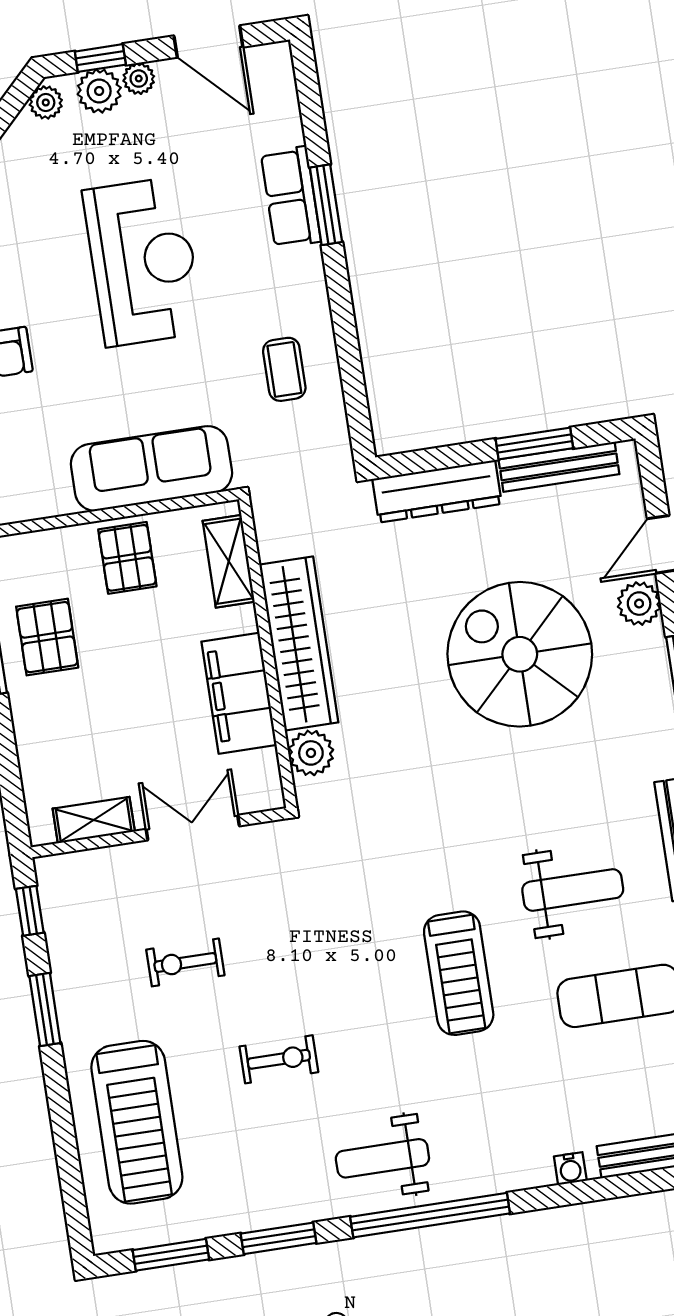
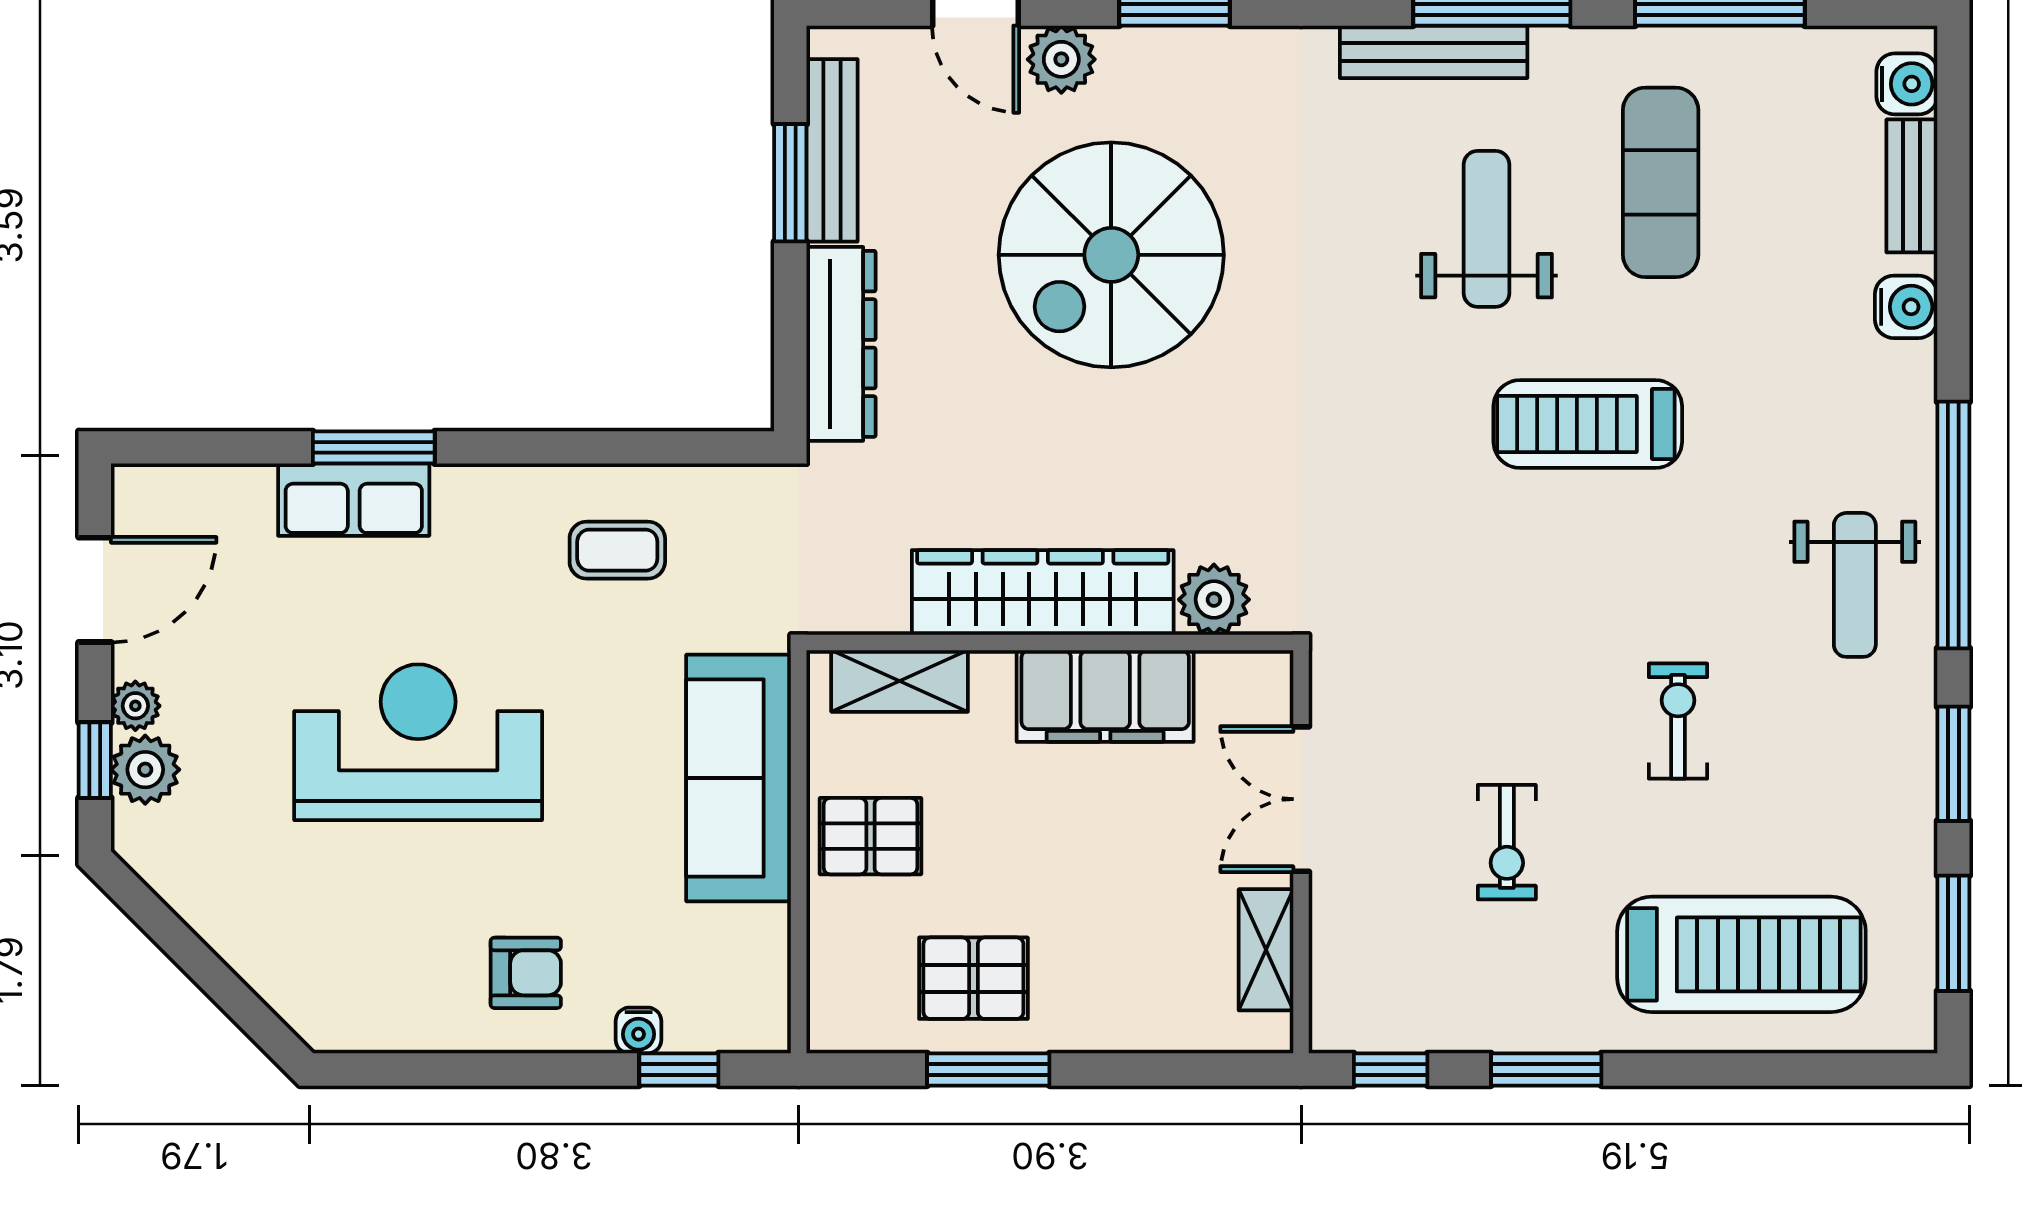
plant: (46, 102) -> (150, 854), removed
treadmill: (459, 973) -> (1588, 424), turned 180
water cooler: (570, 1169) -> (1906, 307), width x1.38, depth x1.38

